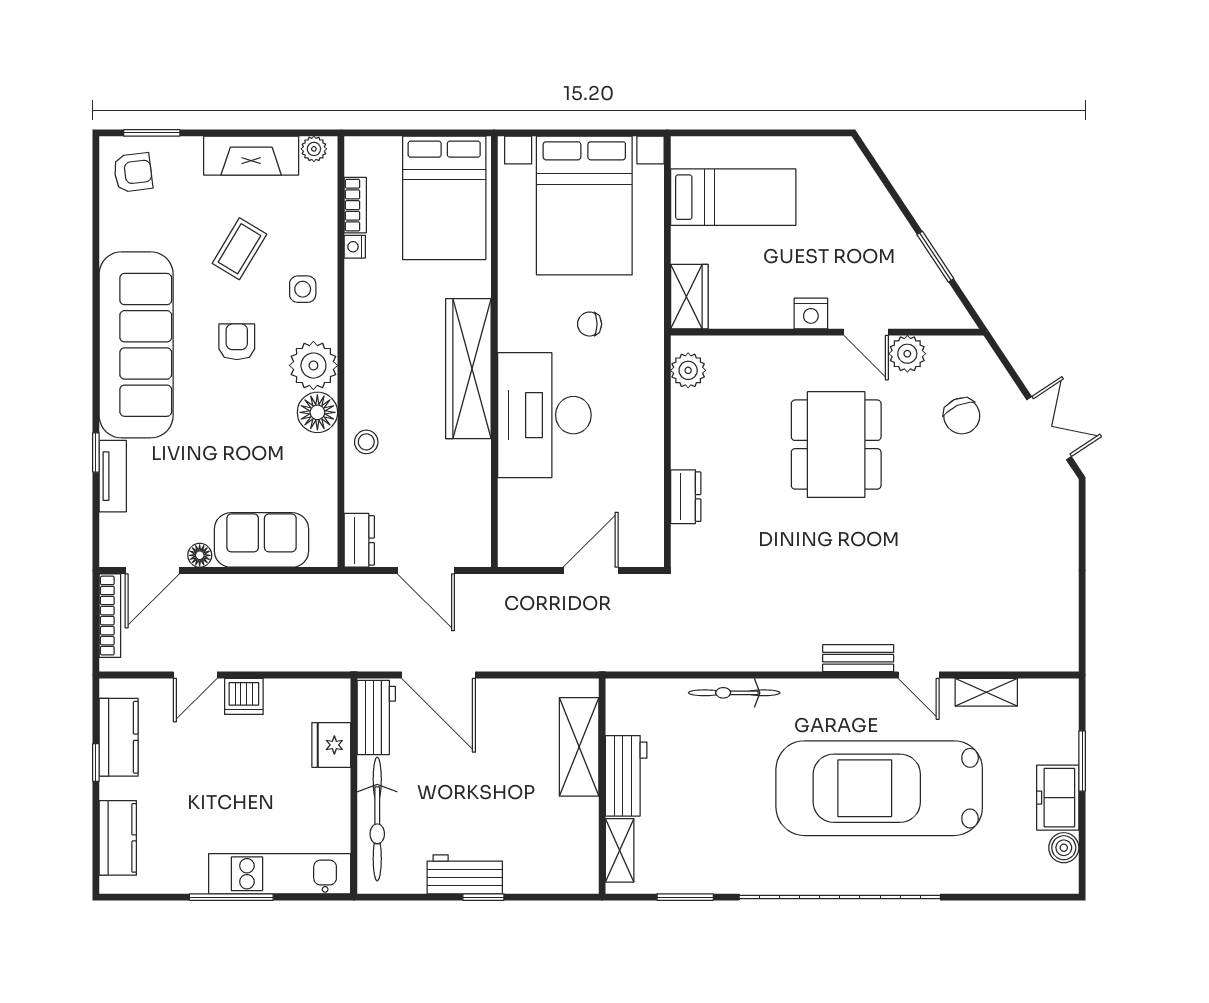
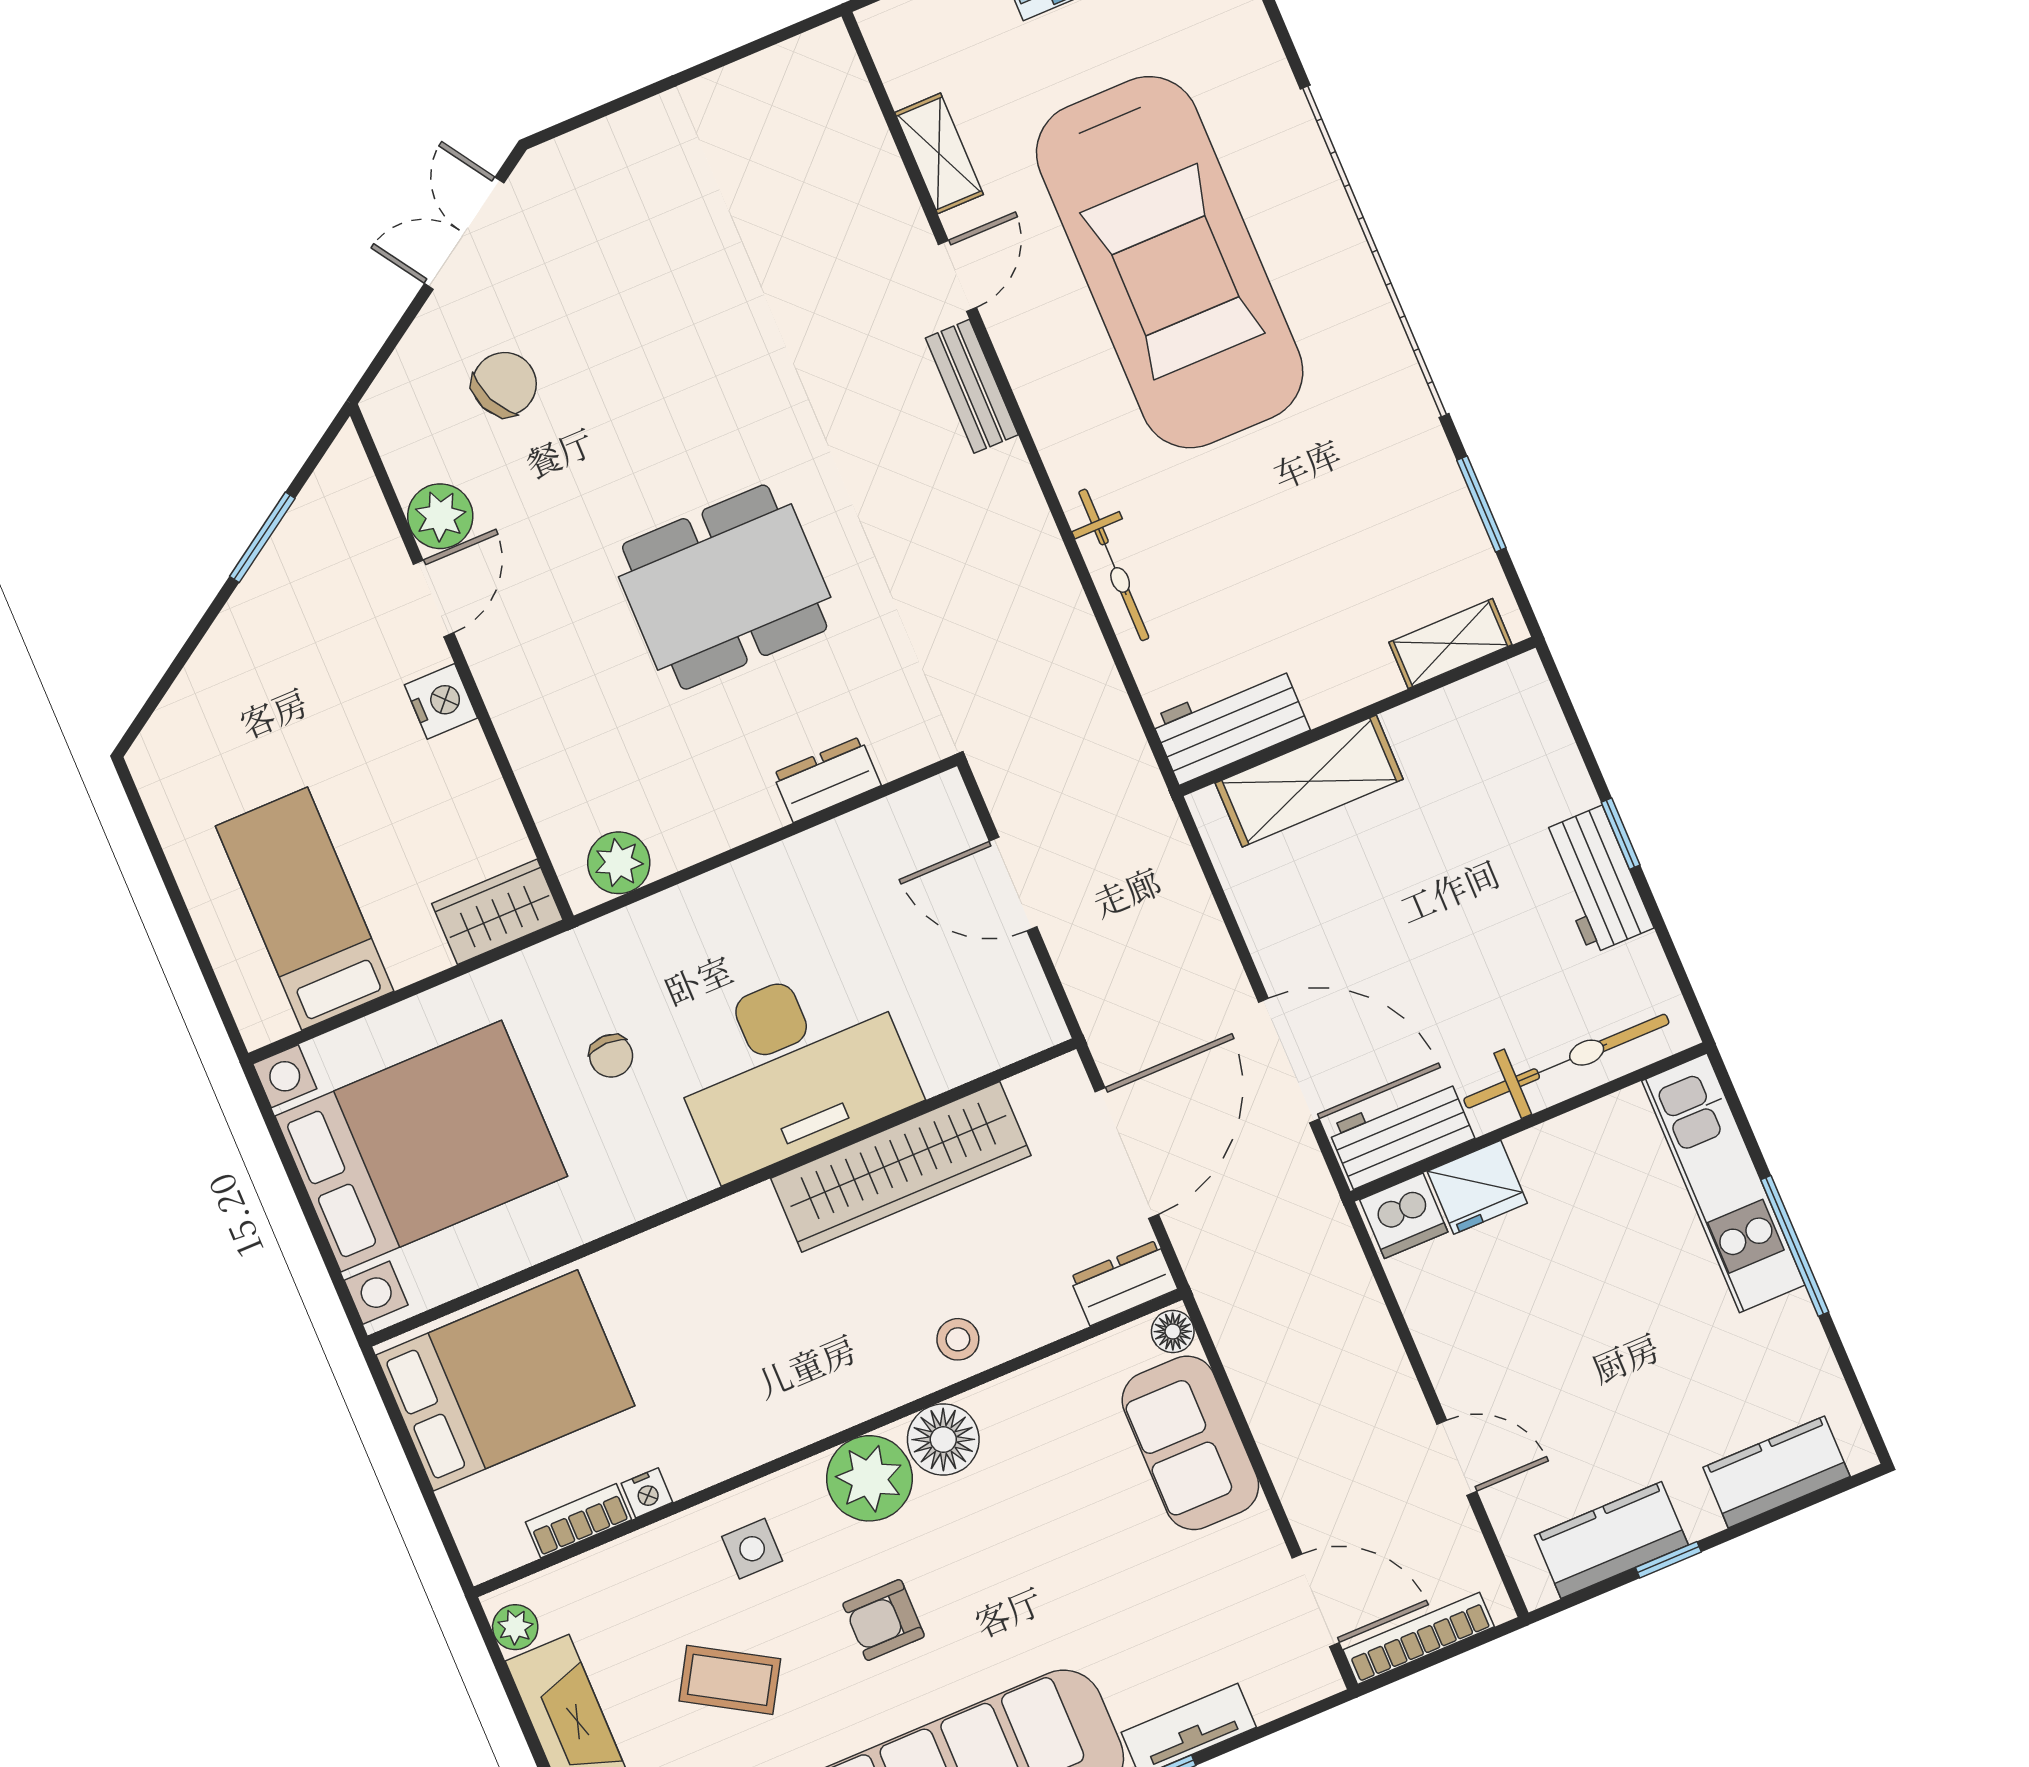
wardrobe: (468, 369) -> (901, 1167), moved
dining table: (836, 445) -> (725, 587), moved
floor lamp: (200, 555) -> (1173, 1332), moved
door: (426, 570) -> (1127, 1153), width x1.36
door: (438, 675) -> (1289, 1060), hinge flipped
dishwasher: (244, 696) -> (1404, 1216), moved, turned 90
workbench: (626, 776) -> (1230, 724), moved

